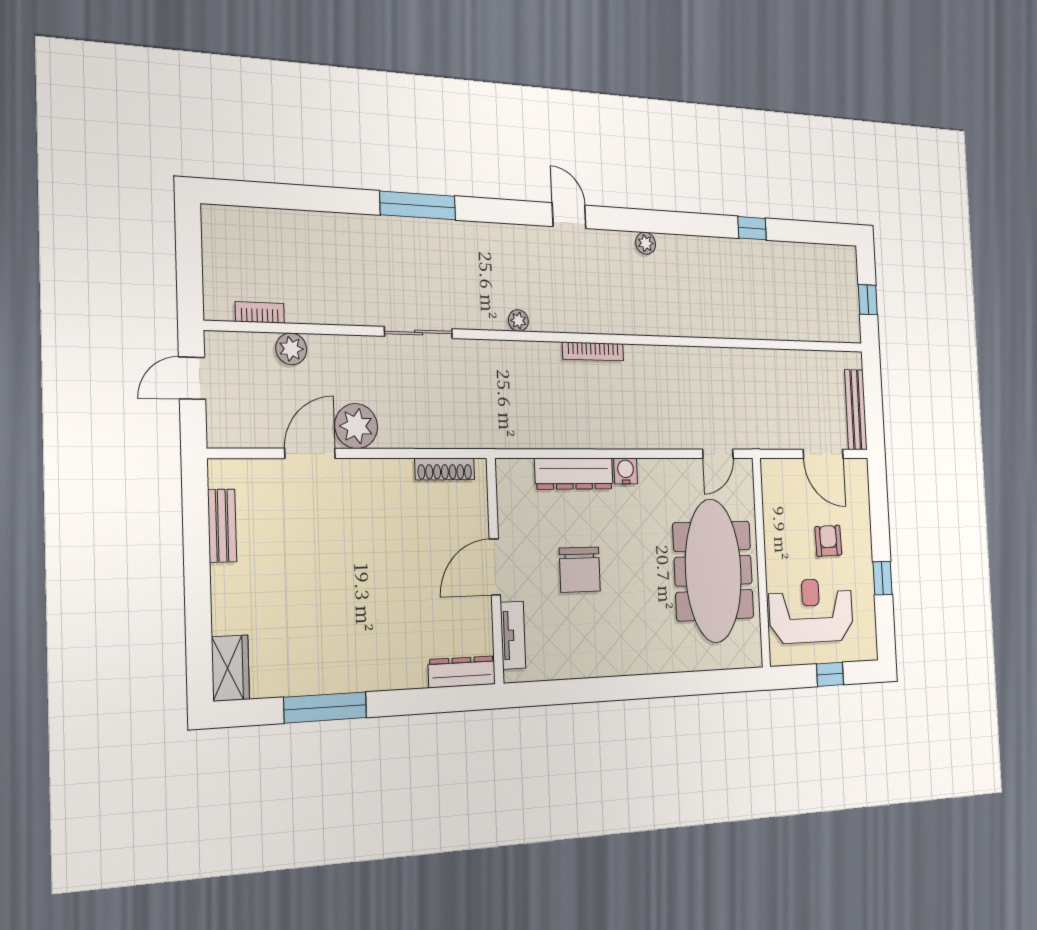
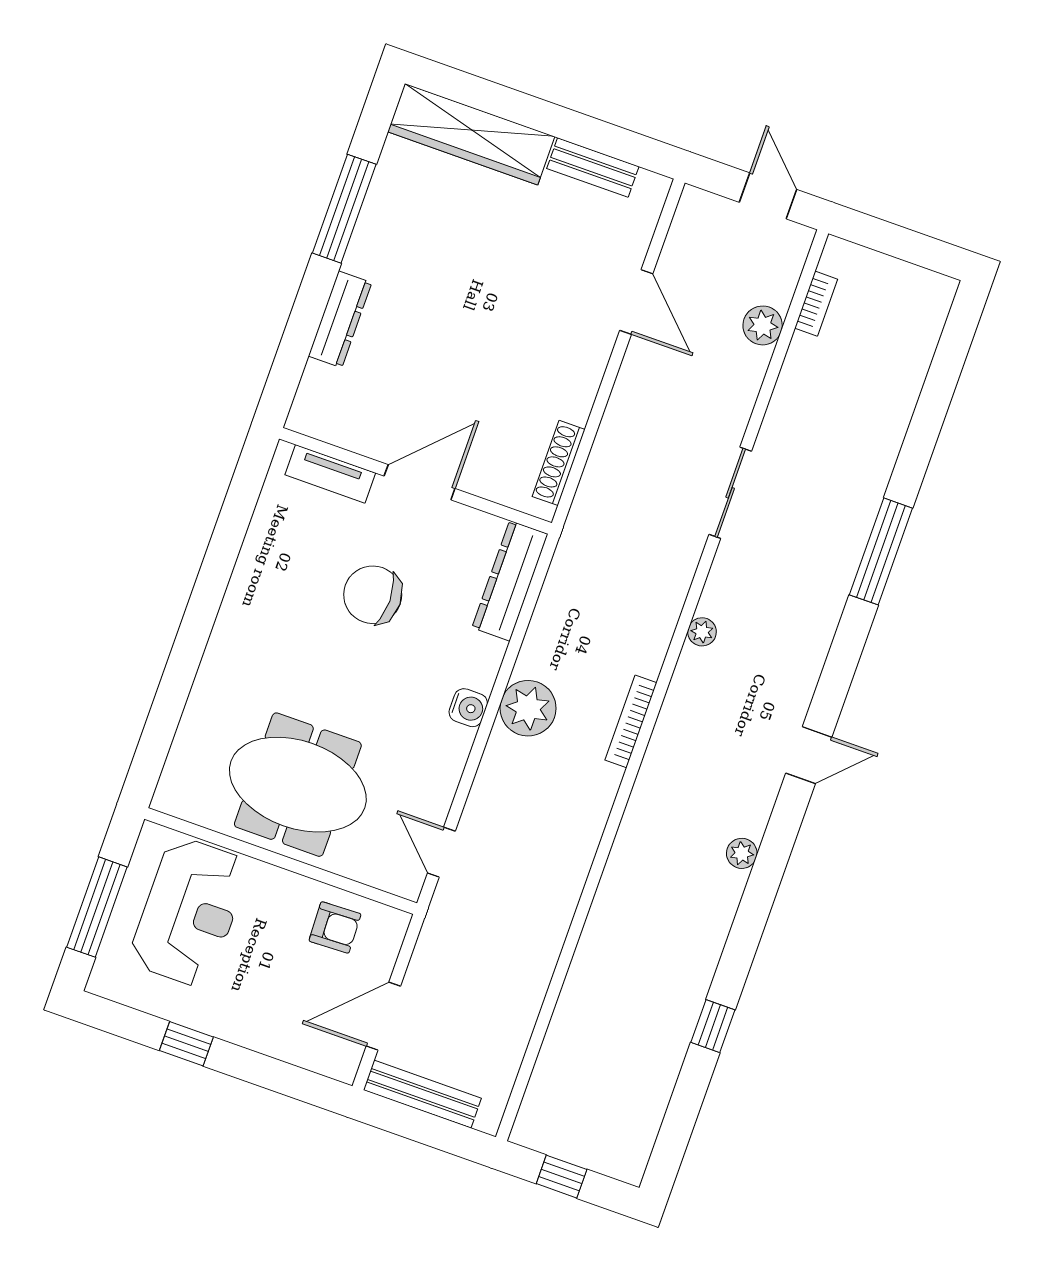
plant: (356, 426) -> (528, 708), moved
dresser: (574, 474) -> (510, 581), moved
armchair: (828, 541) -> (335, 927), moved
door: (495, 567) -> (420, 482), hinge flipped
meeting table: (713, 571) -> (298, 785), width x0.73
wardrobe: (230, 668) -> (471, 134), width x2.10, depth x1.17
dresser: (462, 672) -> (340, 319), moved
window: (830, 674) -> (97, 907), width x2.17

